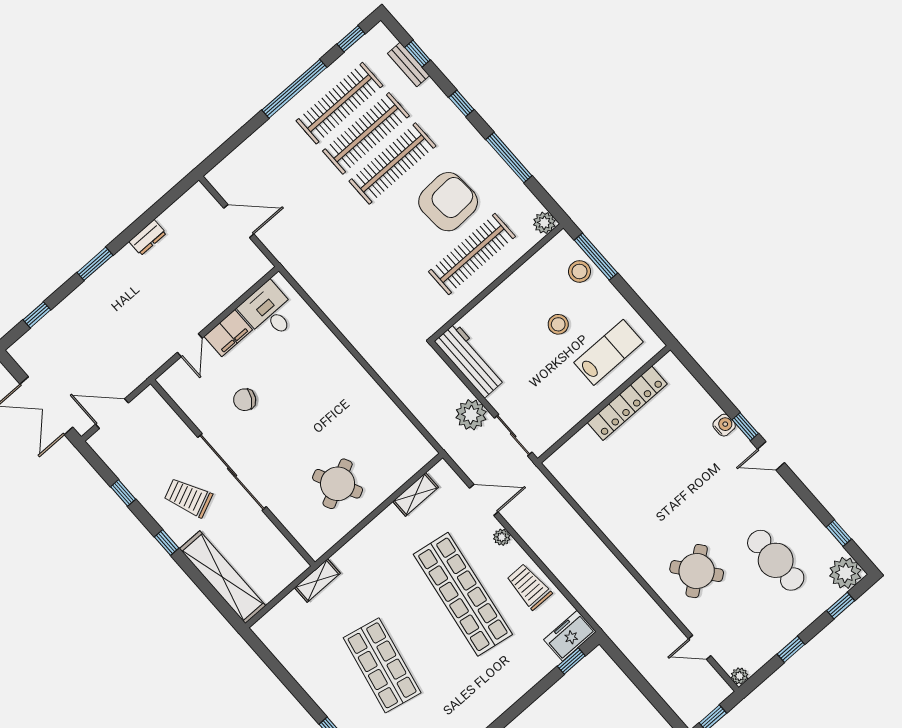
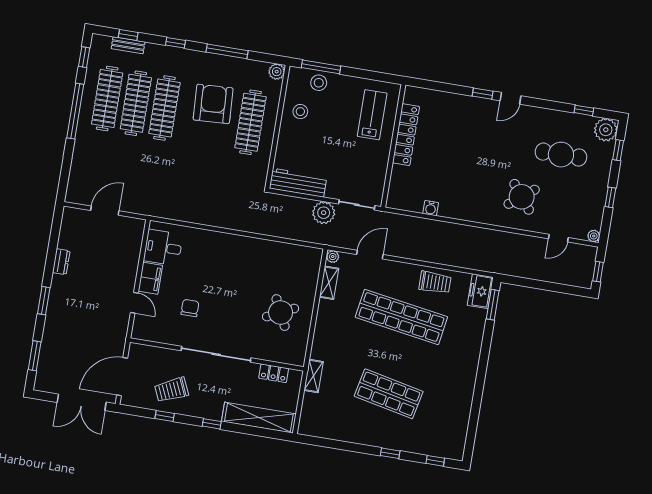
window: (37, 315) -> (35, 356), width x1.50
stool: (558, 324) -> (300, 112), moved
chair: (245, 400) -> (190, 308), turned 150
door: (112, 414) -> (122, 377), width x1.36
water cooler: (724, 425) -> (431, 208), moved, turned 180
trolley: (188, 498) -> (172, 390), moved
plant: (502, 537) -> (333, 257), moved
locker: (277, 543) -> (274, 373), added
trolley: (529, 587) -> (435, 282), turned 180
window: (571, 661) -> (493, 305), width x1.50

